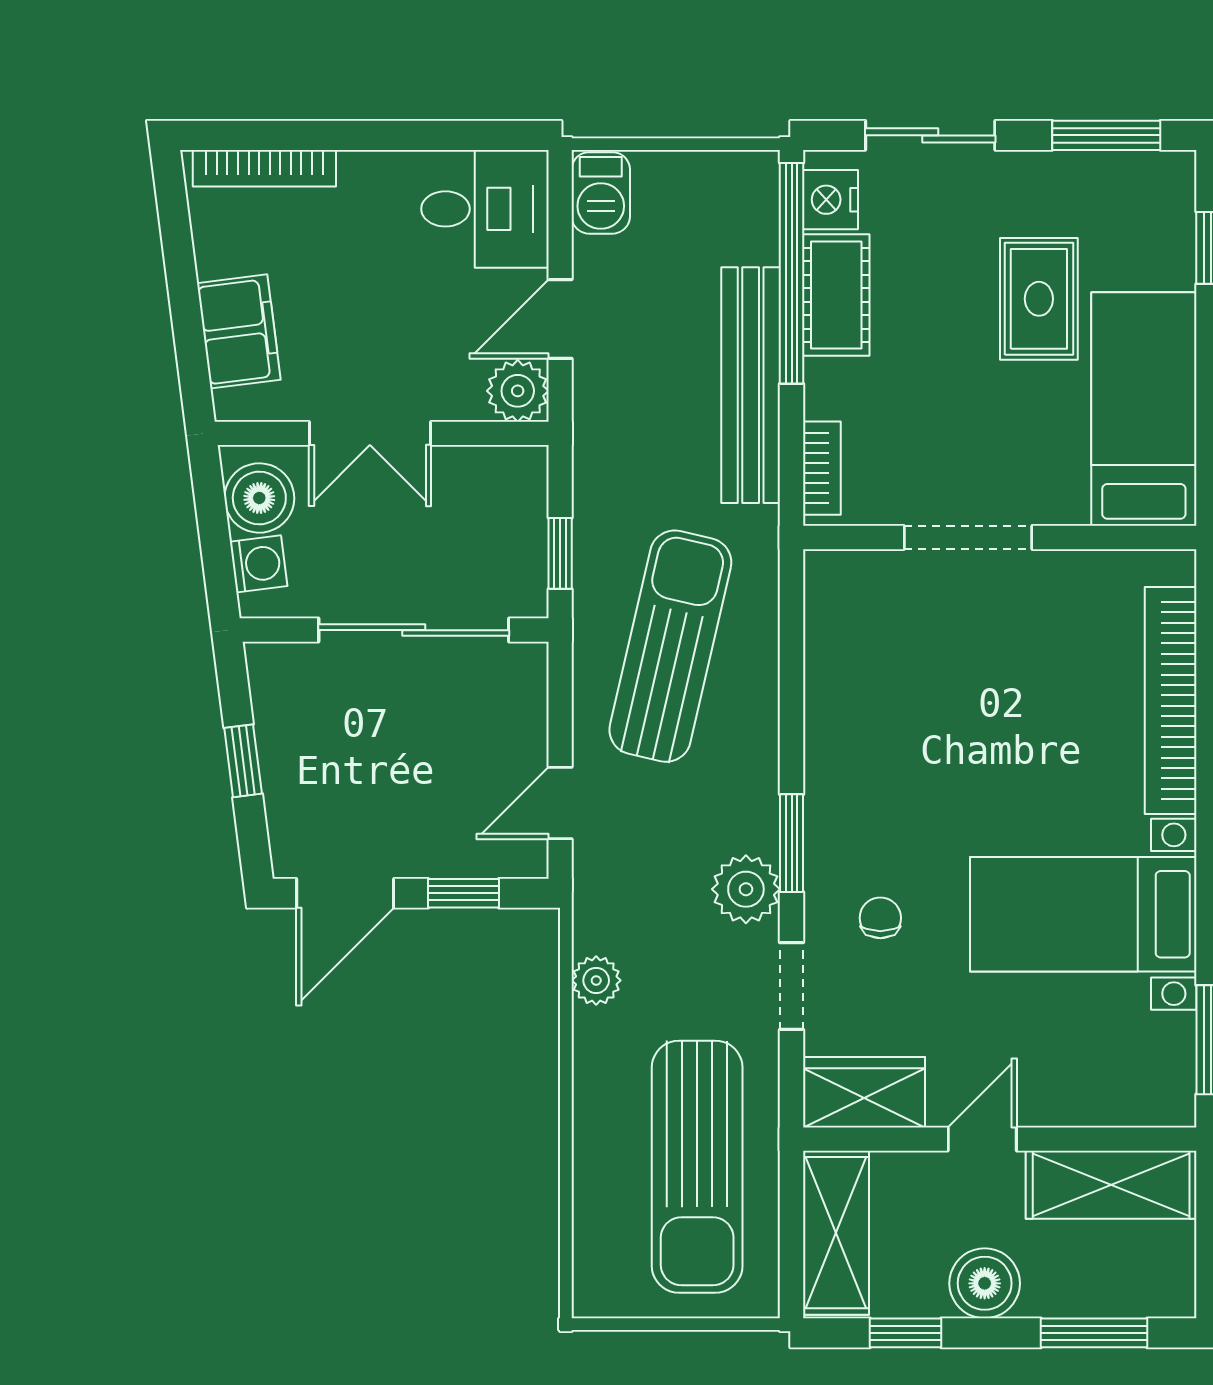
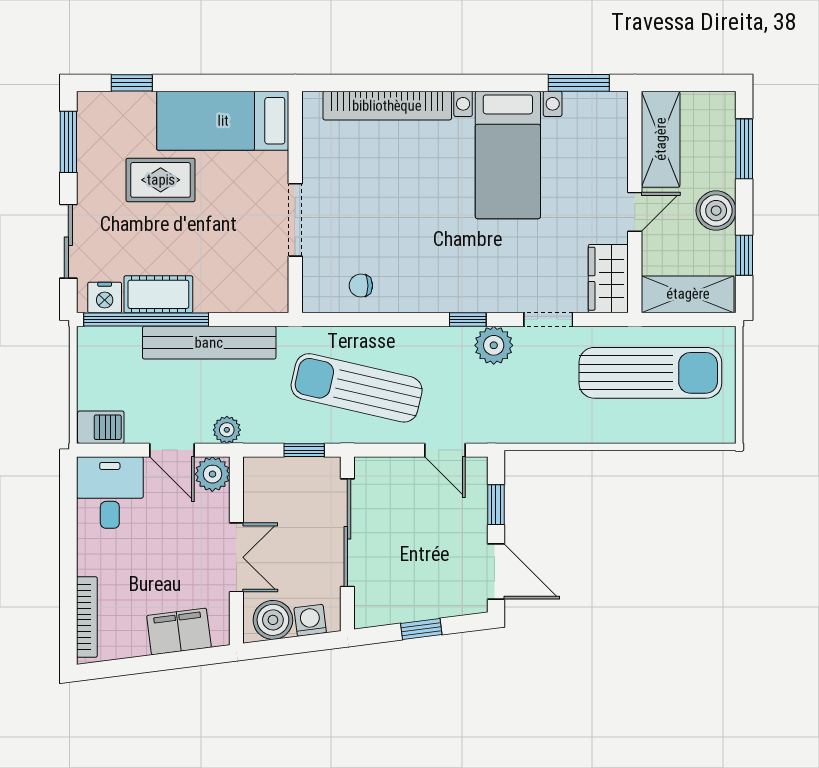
bookcase: (822, 468) -> (256, 302), removed
window: (792, 843) -> (468, 320), width x0.67
chair: (880, 918) -> (361, 286), moved
plant: (596, 980) -> (227, 430), moved
door: (982, 1139) -> (635, 212), swing flipped

